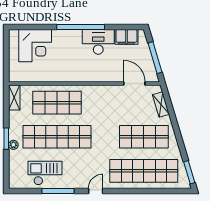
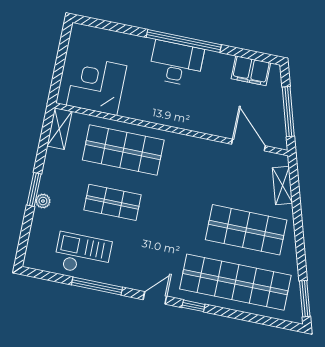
desk: (98, 42) -> (176, 63), moved
corner desk: (35, 46) -> (97, 85), moved, turned 180
shop shelf: (57, 137) -> (113, 202), width x0.50, depth x0.74
window: (121, 191) -> (193, 306), added

